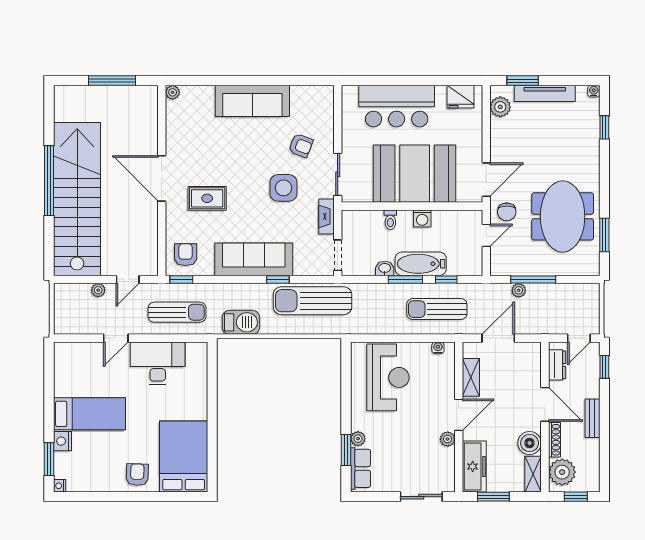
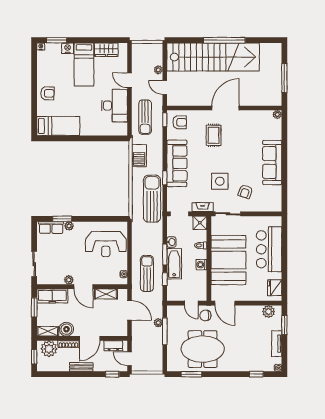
tv unit: (545, 93) -> (277, 344), width x0.71
shower: (353, 221) -> (200, 223), added
wardrobe: (65, 377) -> (106, 50), added
bed: (184, 457) -> (58, 126), width x0.67

